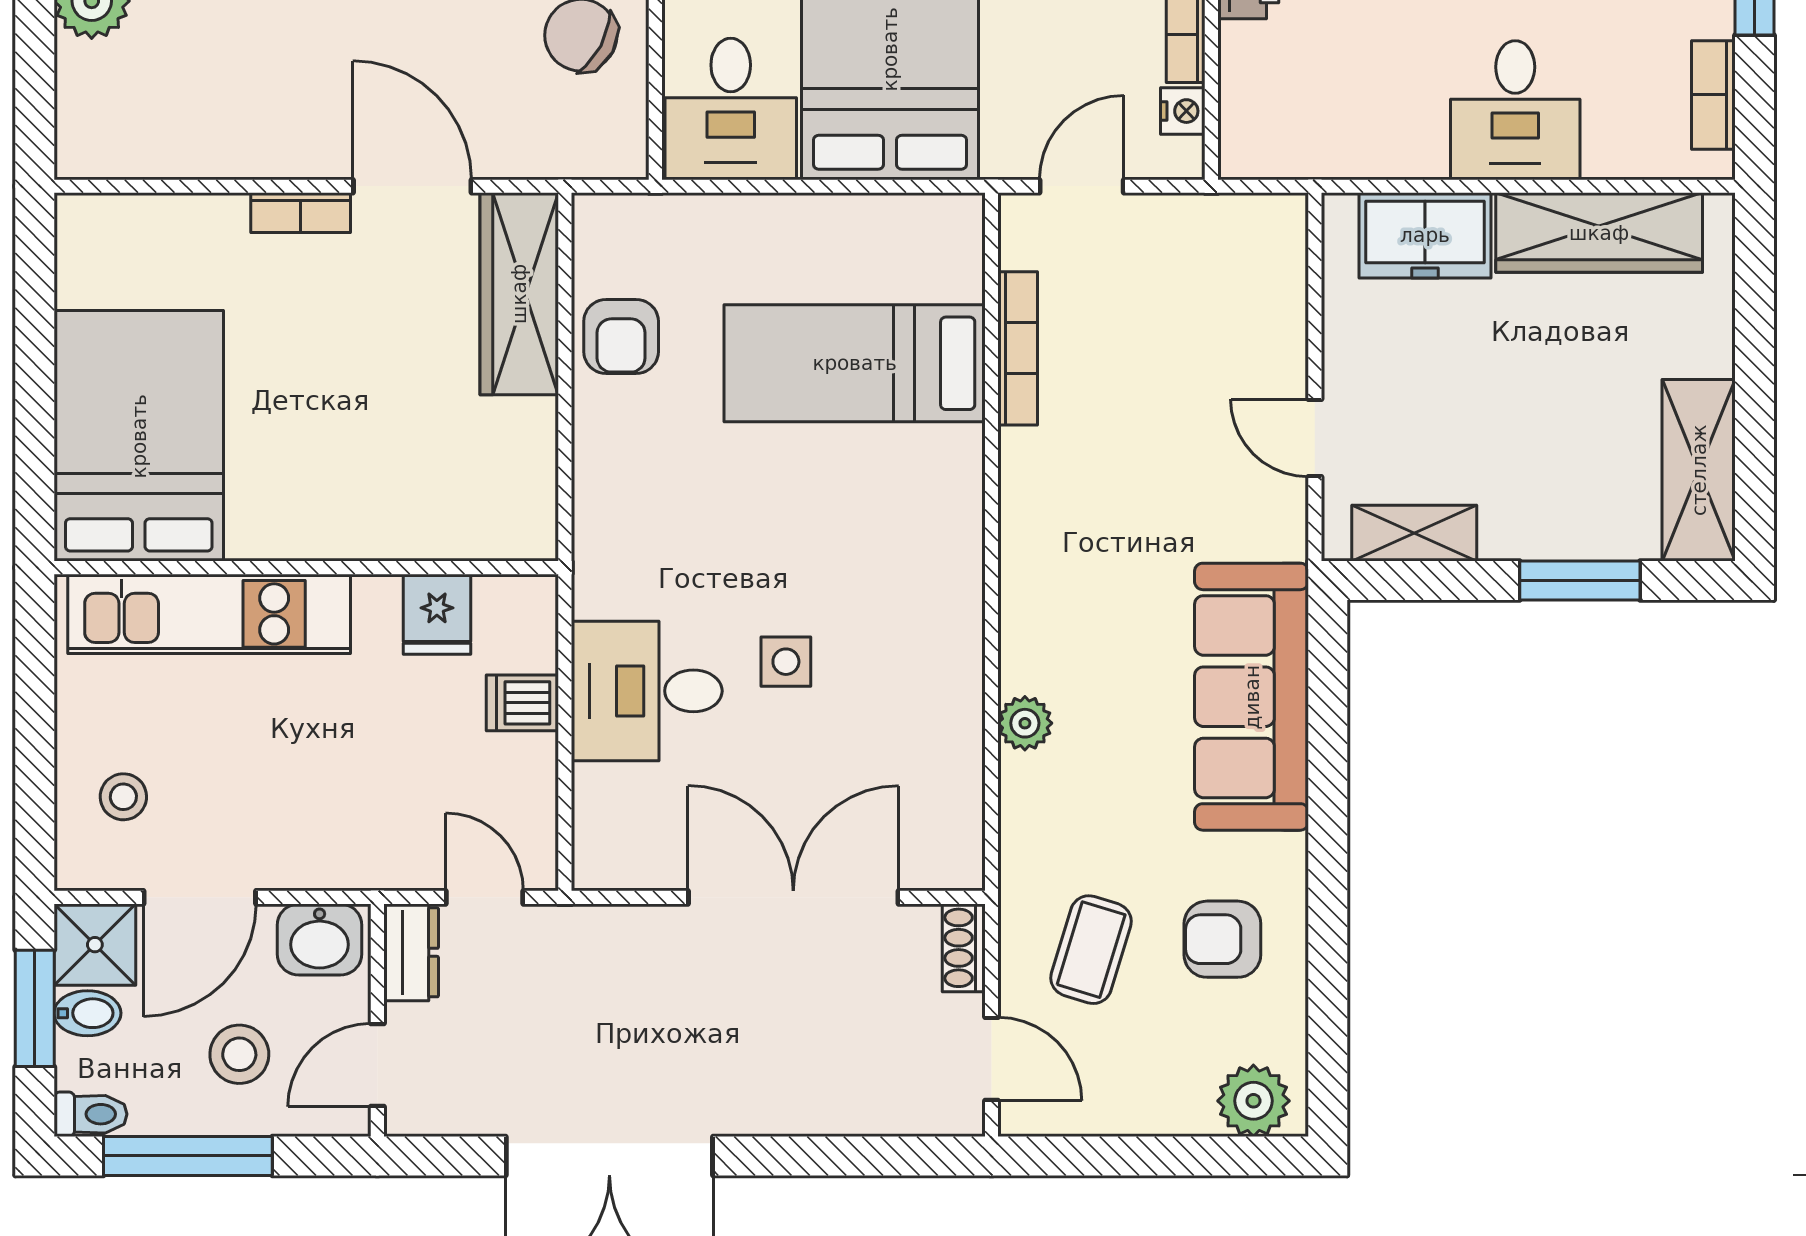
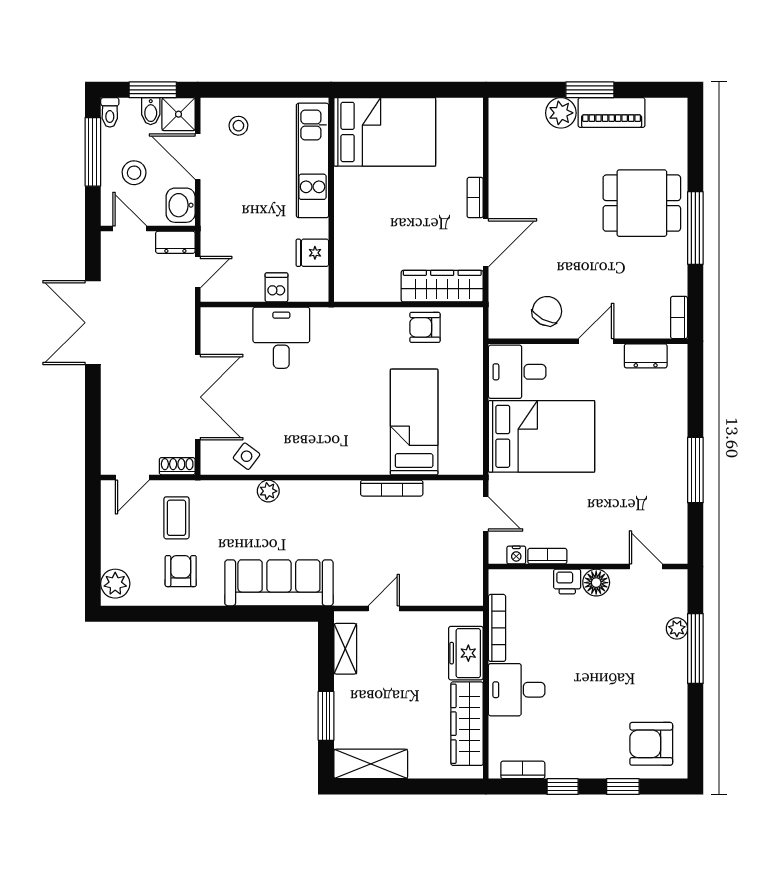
bookcase: (1363, 159) -> (497, 628), added
bookcase: (1018, 348) -> (392, 488), moved
side table: (786, 662) -> (247, 456), moved, turned 37
coffee table: (1091, 950) -> (176, 518), turned 73

